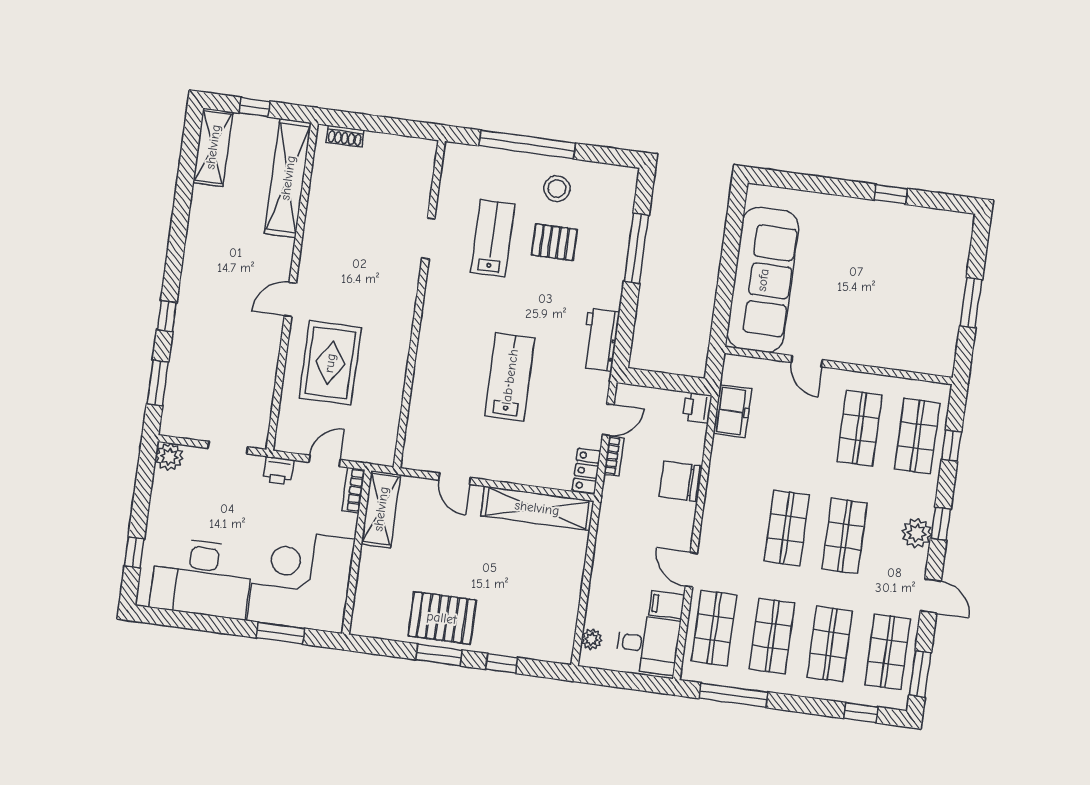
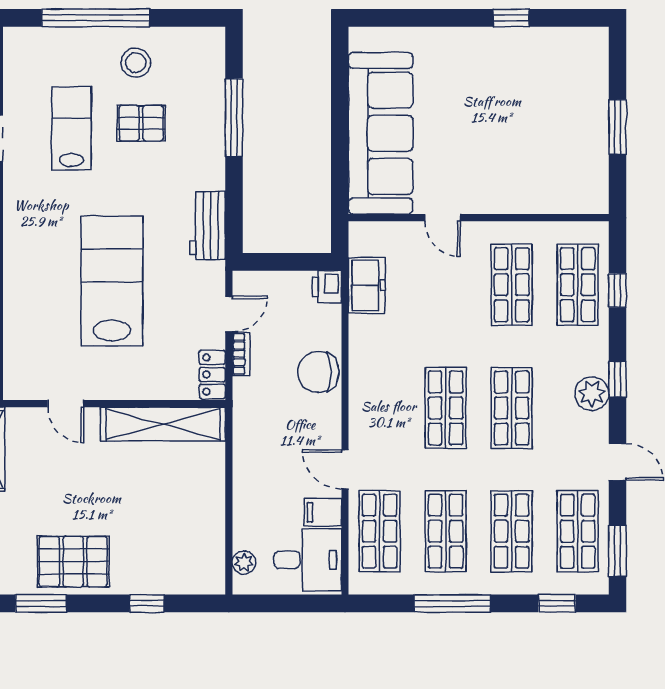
lab bench: (510, 377) -> (112, 281), width x1.36, depth x1.39
window: (439, 655) -> (41, 603), moved
window: (734, 695) -> (452, 603), moved

